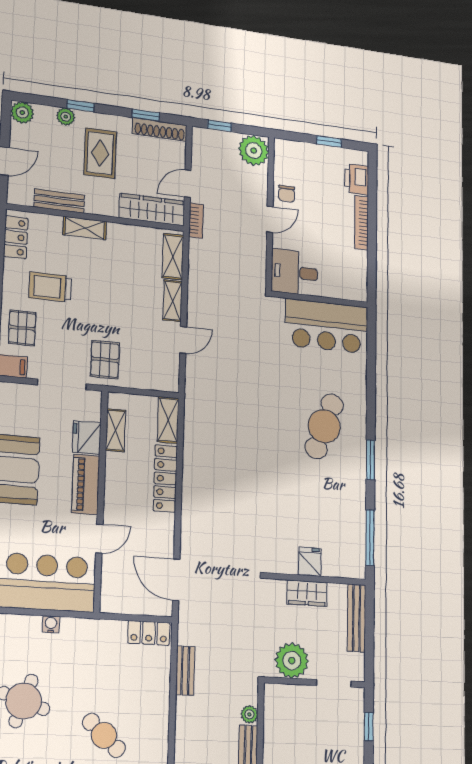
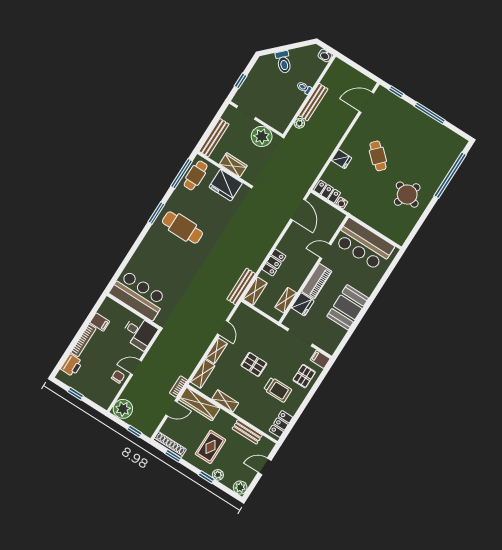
shelving: (85, 228) -> (225, 401), moved
filing cabinet: (355, 260) -> (100, 322), added
door: (183, 340) -> (223, 328), swing flipped
pallet: (105, 360) -> (254, 364), moved, turned 90
cafe table: (324, 426) -> (182, 228), moved, turned 70
locker: (165, 479) -> (274, 262), width x0.66
cafe table: (349, 546) -> (196, 175), added
fridge: (310, 562) -> (226, 185), width x1.88, depth x1.34
water cooler: (51, 624) -> (342, 203), moved
bench: (185, 671) -> (241, 286), moved, width x1.36
fridge: (156, 697) -> (342, 159), added

